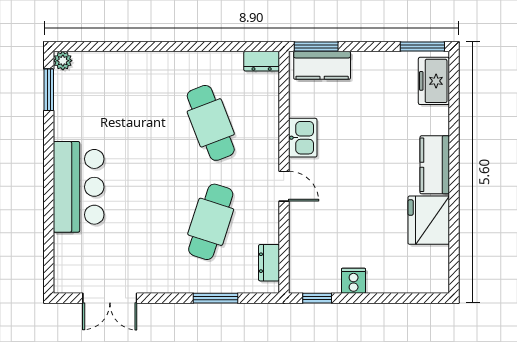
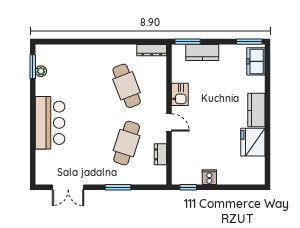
plant: (63, 61) -> (41, 71), moved
dresser: (262, 61) -> (152, 50), width x1.44
kitchen counter: (322, 65) -> (202, 52), moved
dresser: (269, 263) -> (160, 154), moved
window: (215, 298) -> (118, 187), moved

